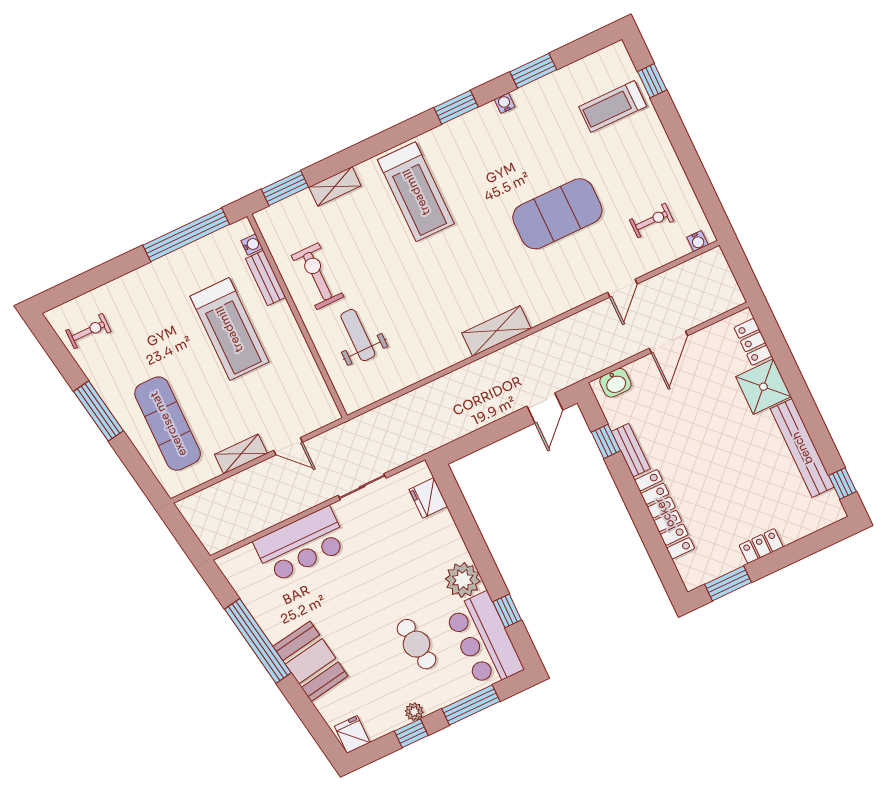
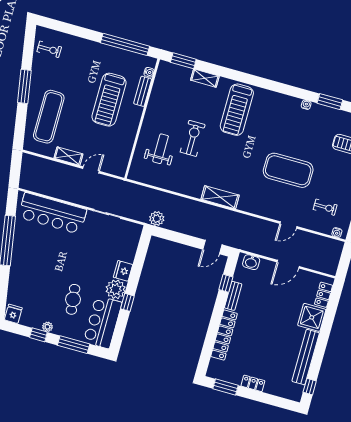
window: (456, 107) -> (284, 89), removed
exercise bike: (318, 276) -> (193, 138), moved
plant: (435, 435) -> (157, 219), added
door: (288, 446) -> (91, 170), swing flipped
fridge: (428, 498) -> (123, 271), moved
bar counter: (301, 544) -> (52, 213), width x1.36
window: (507, 611) -> (127, 302), moved
booth: (310, 661) -> (22, 268), removed

